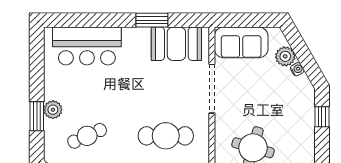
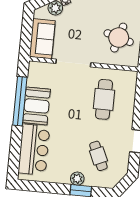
window: (152, 20) -> (20, 101), width x2.11
booth: (176, 44) -> (37, 106), moved

